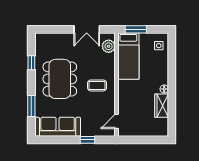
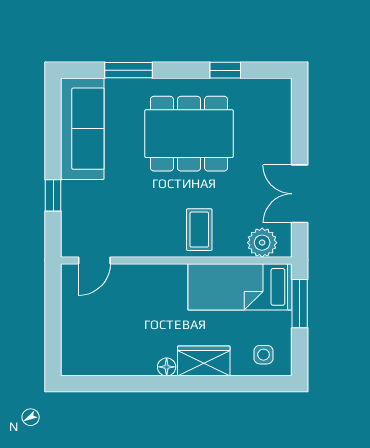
coffee table: (97, 85) -> (199, 230), moved
wardrobe: (162, 106) -> (204, 361), moved
door: (117, 121) -> (94, 260), swing flipped

